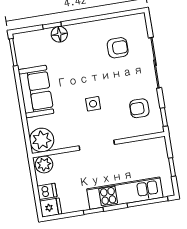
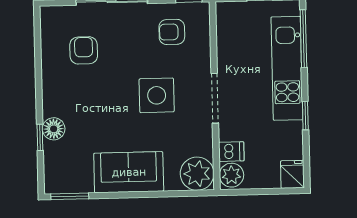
side table: (93, 104) -> (157, 95), width x1.87, depth x1.87
armchair: (139, 108) -> (172, 32), turned 90
dishwasher: (47, 191) -> (231, 152), moved, turned 90

